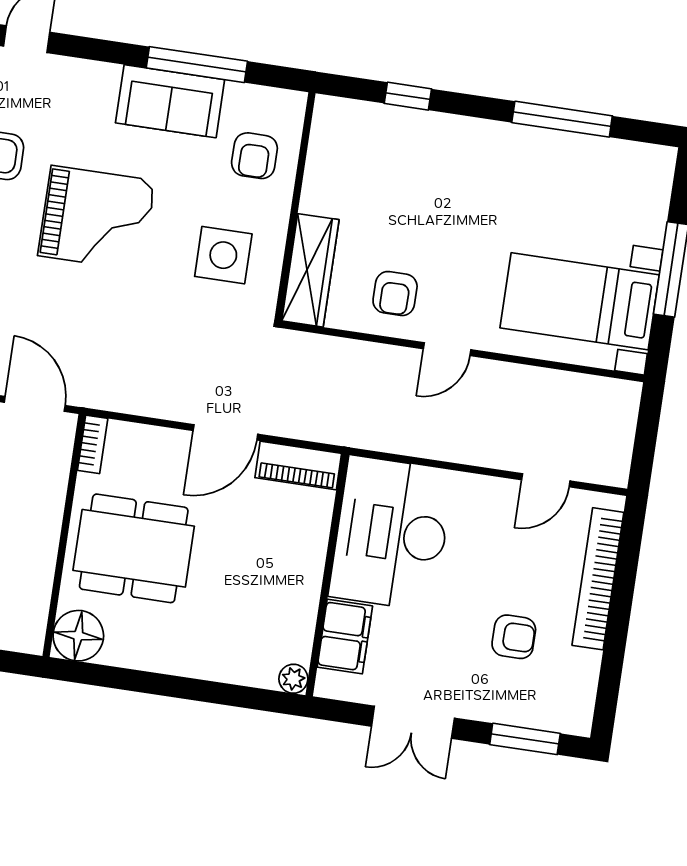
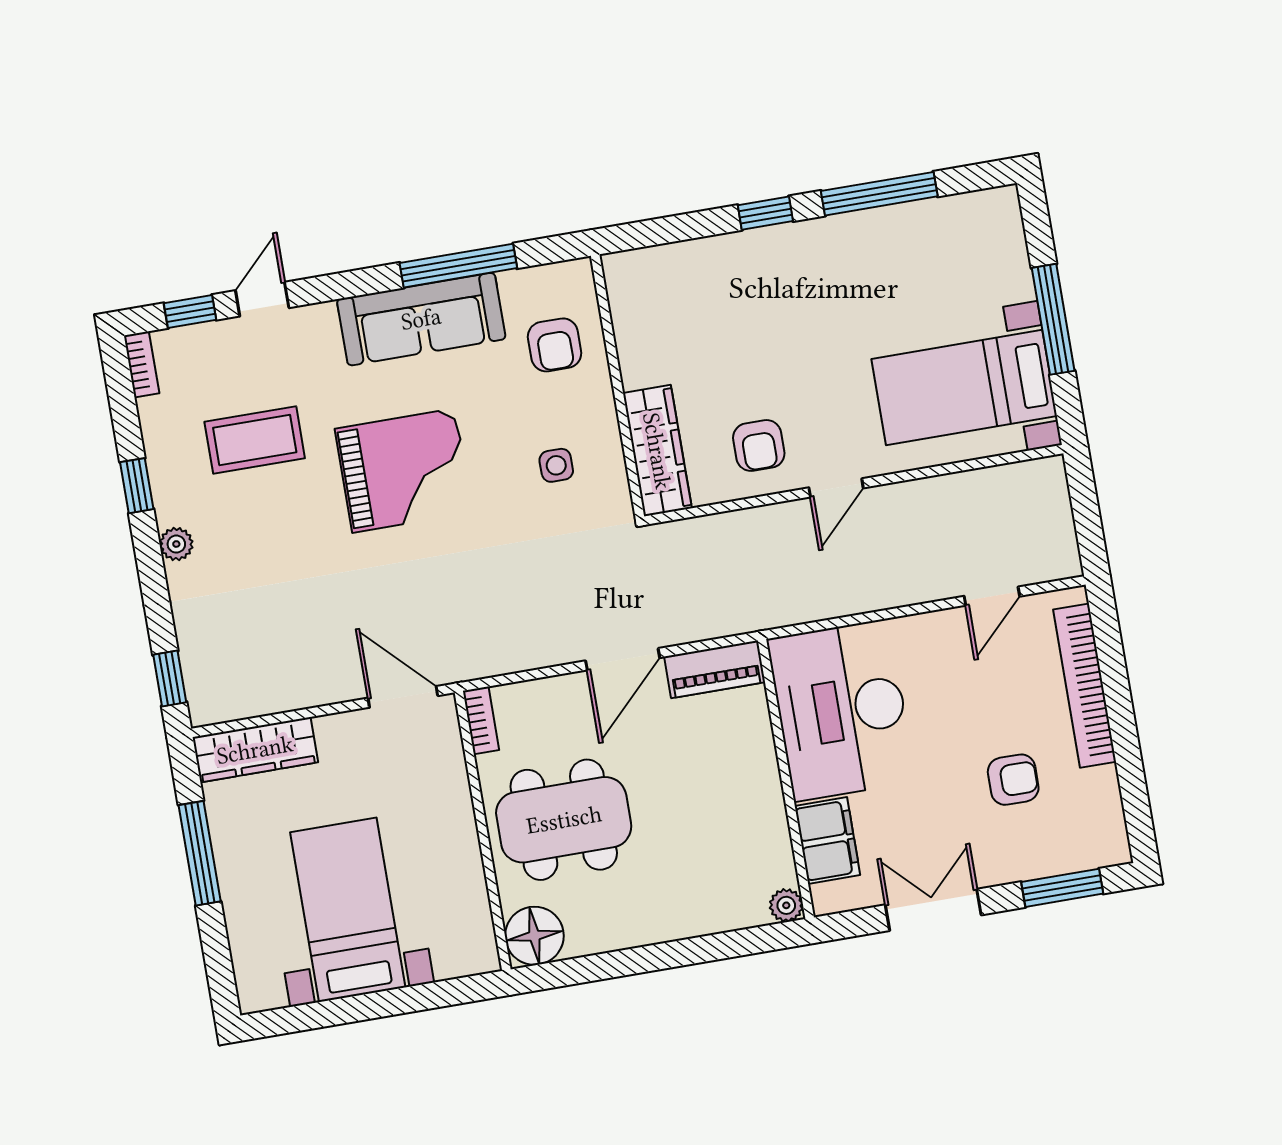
window: (408, 96) -> (765, 213), moved
sofa: (170, 101) -> (421, 319), width x1.36
side table: (223, 255) -> (556, 465), width x0.54, depth x0.54
double door: (413, 722) -> (933, 910), swing flipped

